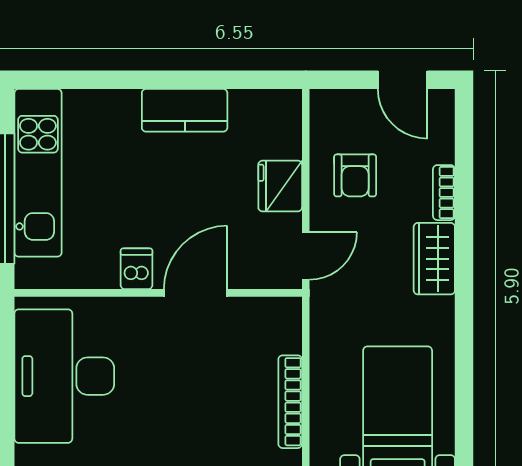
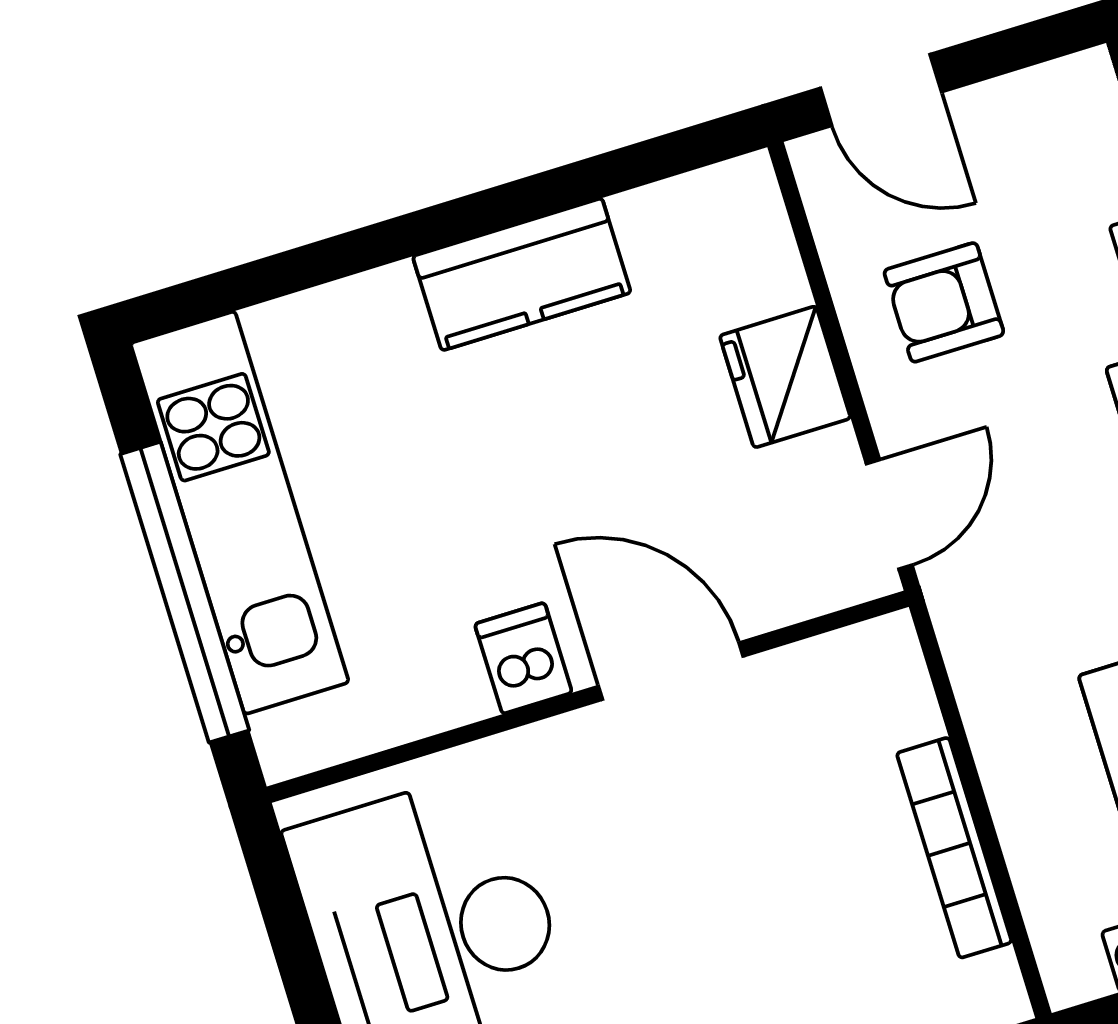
door: (403, 80) -> (881, 90), moved
armchair: (355, 175) -> (944, 302), turned 90
door: (196, 293) -> (671, 671), hinge flipped

